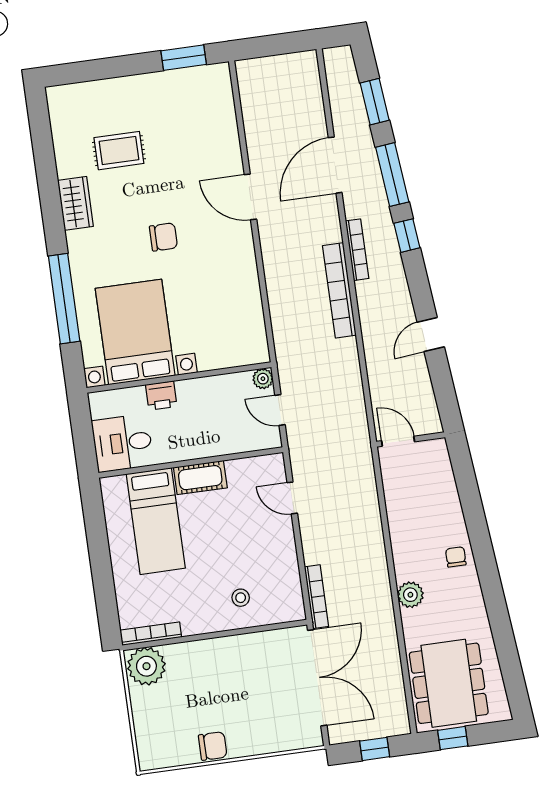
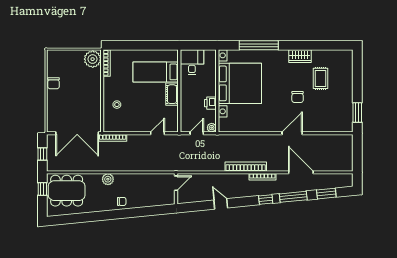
chair: (163, 237) -> (298, 97), moved
bed with nightstands: (135, 332) -> (240, 83), width x1.36
printer: (161, 396) -> (210, 103), moved

